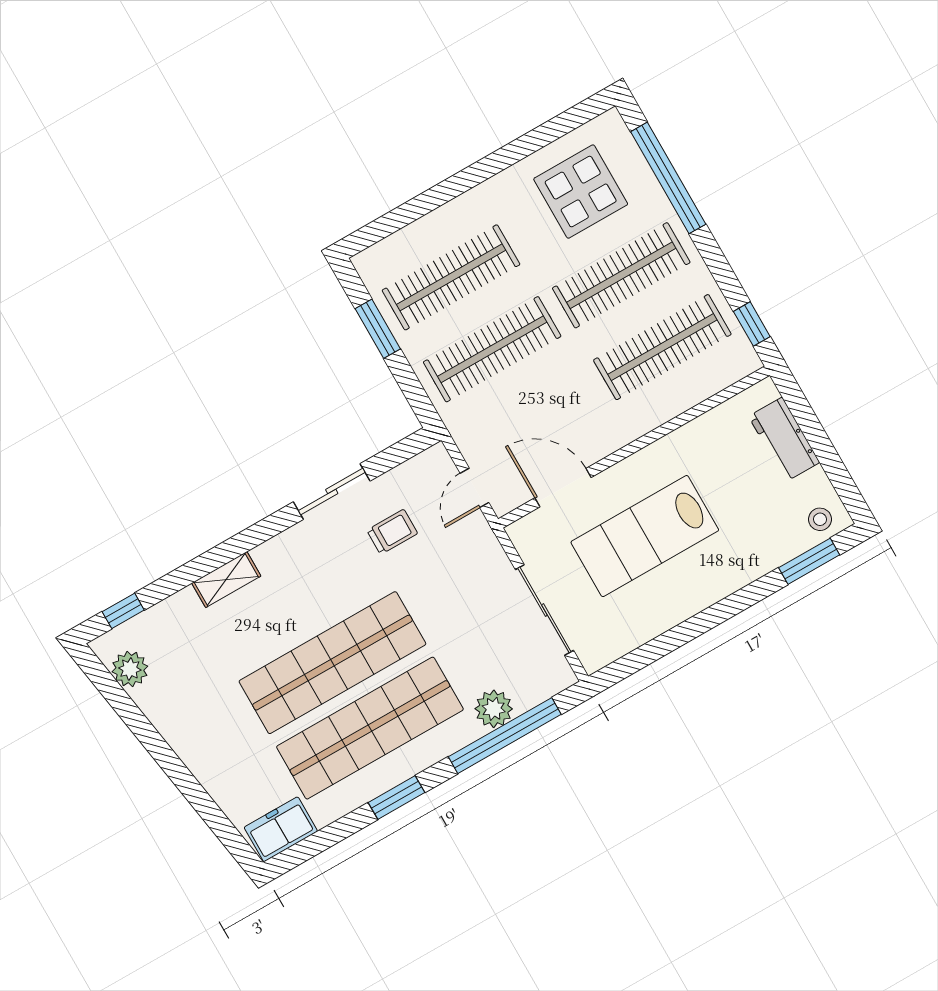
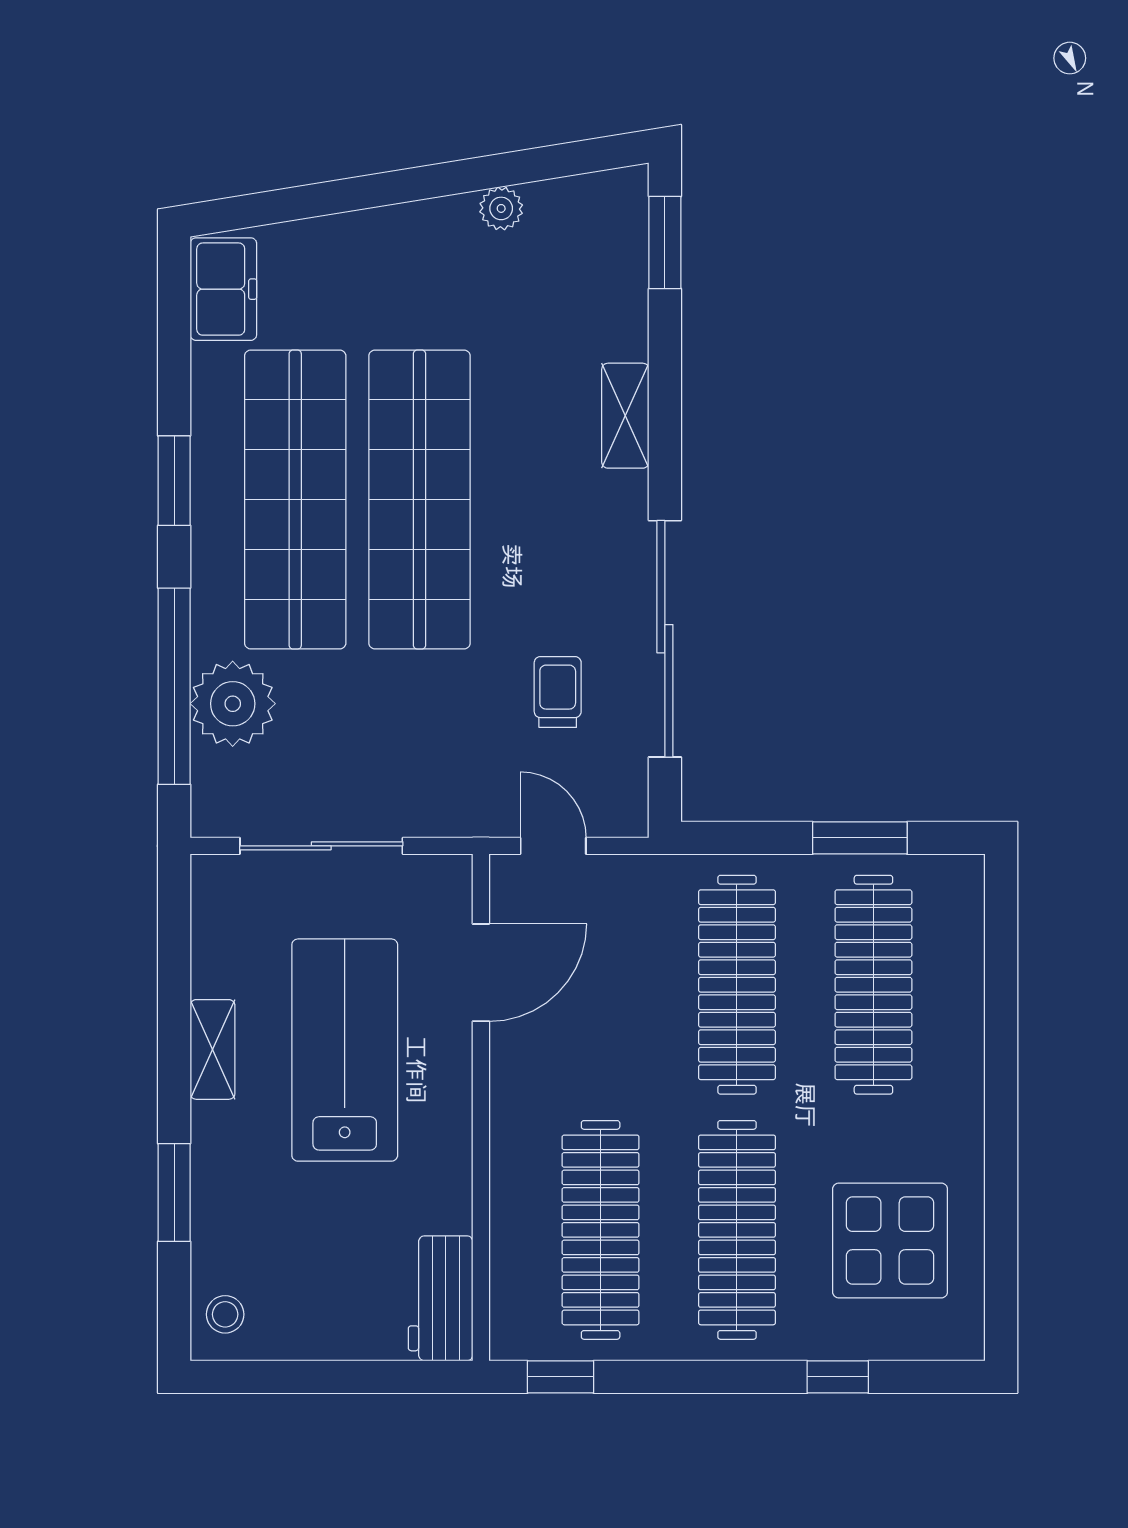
window: (668, 178) -> (838, 1377), width x0.32
workbench: (784, 439) -> (441, 1298), moved, turned -90
sliding door: (332, 491) -> (665, 639), width x1.86
trolley: (392, 532) -> (558, 692), turned 180
window: (809, 561) -> (174, 1192), moved
shelving: (684, 606) -> (213, 1049), added
window: (123, 611) -> (665, 243), width x1.50
plant: (130, 669) -> (501, 208), moved, width x0.73, depth x0.73
plant: (494, 709) -> (233, 704), width x1.36, depth x1.36

